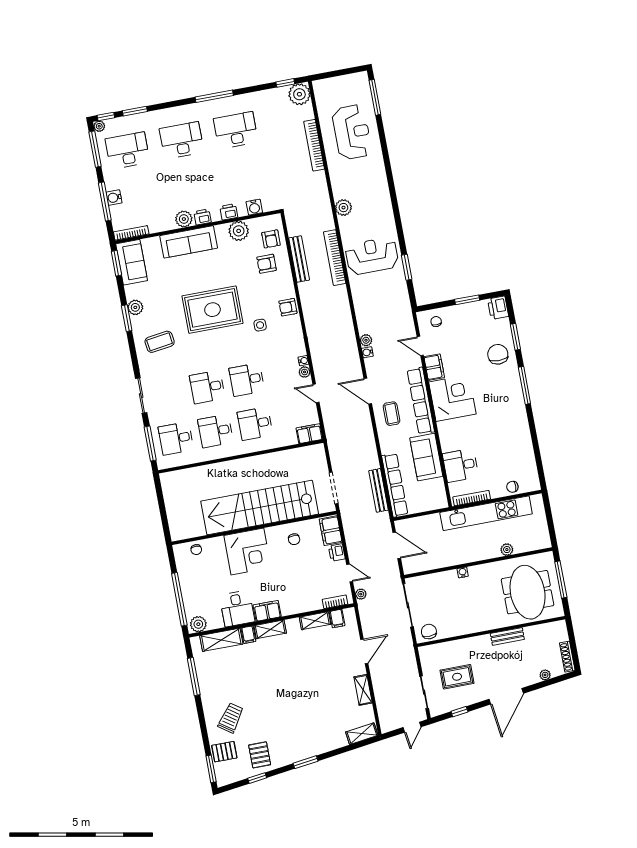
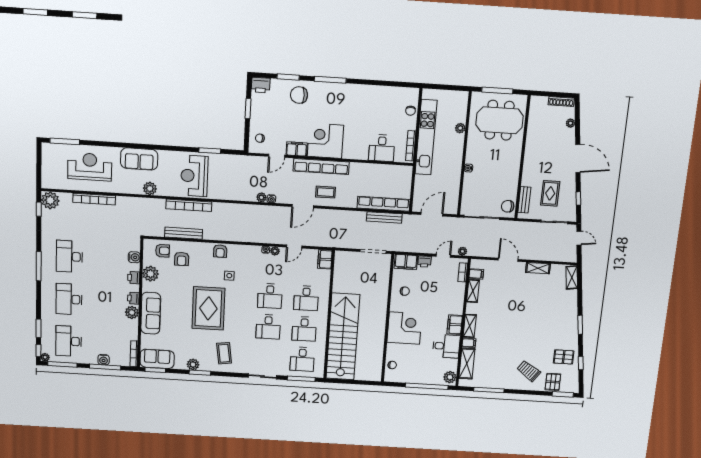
sofa: (426, 457) -> (139, 159), moved
stairs: (260, 508) -> (343, 337), moved, turned 180
bench: (507, 636) -> (524, 200), moved

